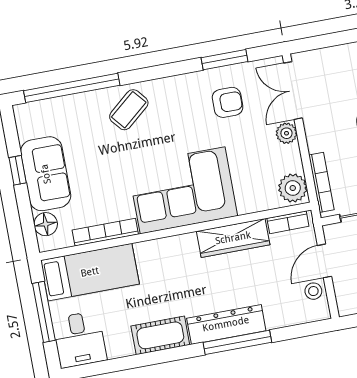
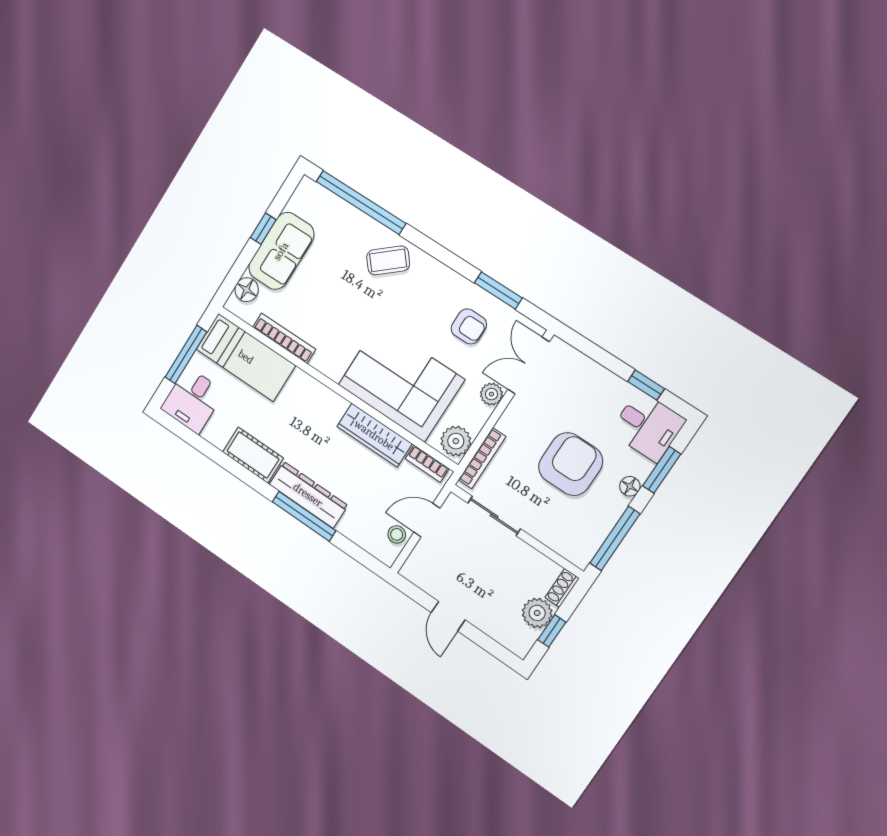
corner sofa: (183, 190) -> (401, 382), moved

